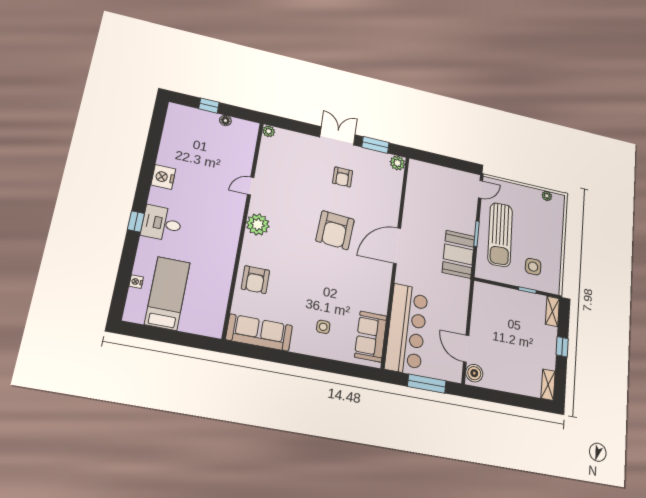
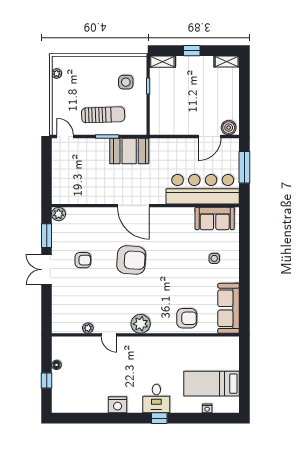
plant: (269, 131) -> (88, 328), moved
sun lounger: (500, 235) -> (103, 115), width x0.73, depth x0.75

